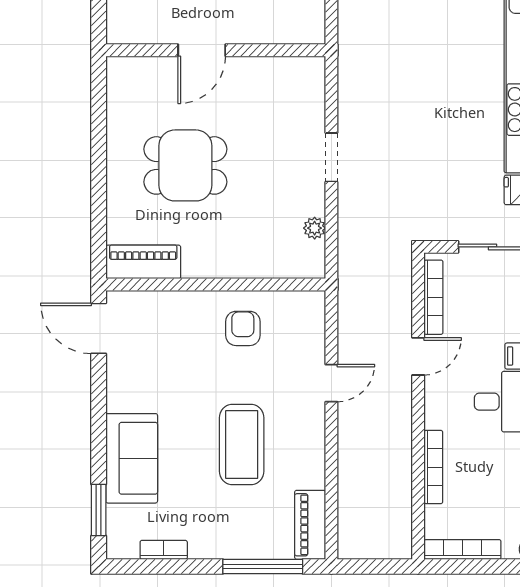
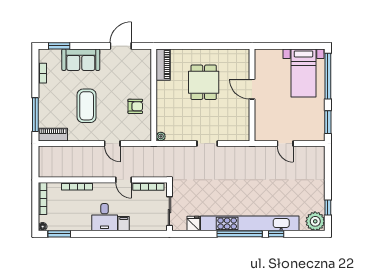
plant: (315, 228) -> (161, 136), moved
door: (99, 328) -> (121, 46), moved
coffee table: (242, 445) -> (87, 106), turned 90

